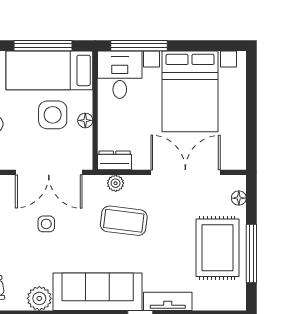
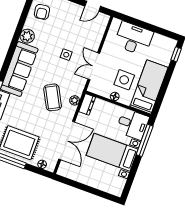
window: (43, 46) -> (164, 88), removed
bed with nightstands: (190, 91) -> (112, 152), width x0.73
double door: (49, 172) -> (94, 66), width x0.73
coffee table: (124, 221) -> (53, 97), turned -35

